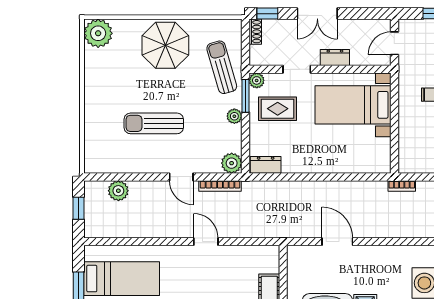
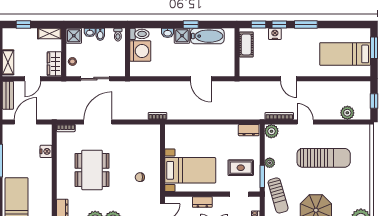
doorway: (297, 69) -> (239, 194), moved
plant: (257, 80) -> (255, 187), removed
sun lounger: (154, 123) -> (324, 158), width x1.36, depth x1.34

